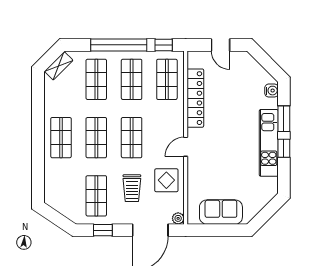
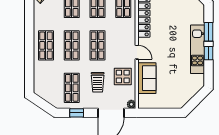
water cooler: (272, 91) -> (199, 11), removed
door: (186, 147) -> (137, 52), swing flipped
sofa: (221, 212) -> (147, 78), moved, turned 90

